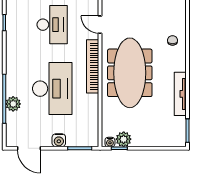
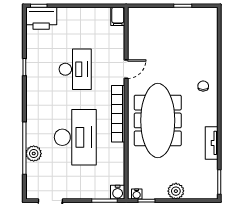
door: (100, 25) -> (126, 69), swing flipped
tv unit: (180, 94) -> (212, 143), width x0.71
plant: (124, 139) -> (176, 191), moved
water cooler: (59, 140) -> (118, 192), moved

